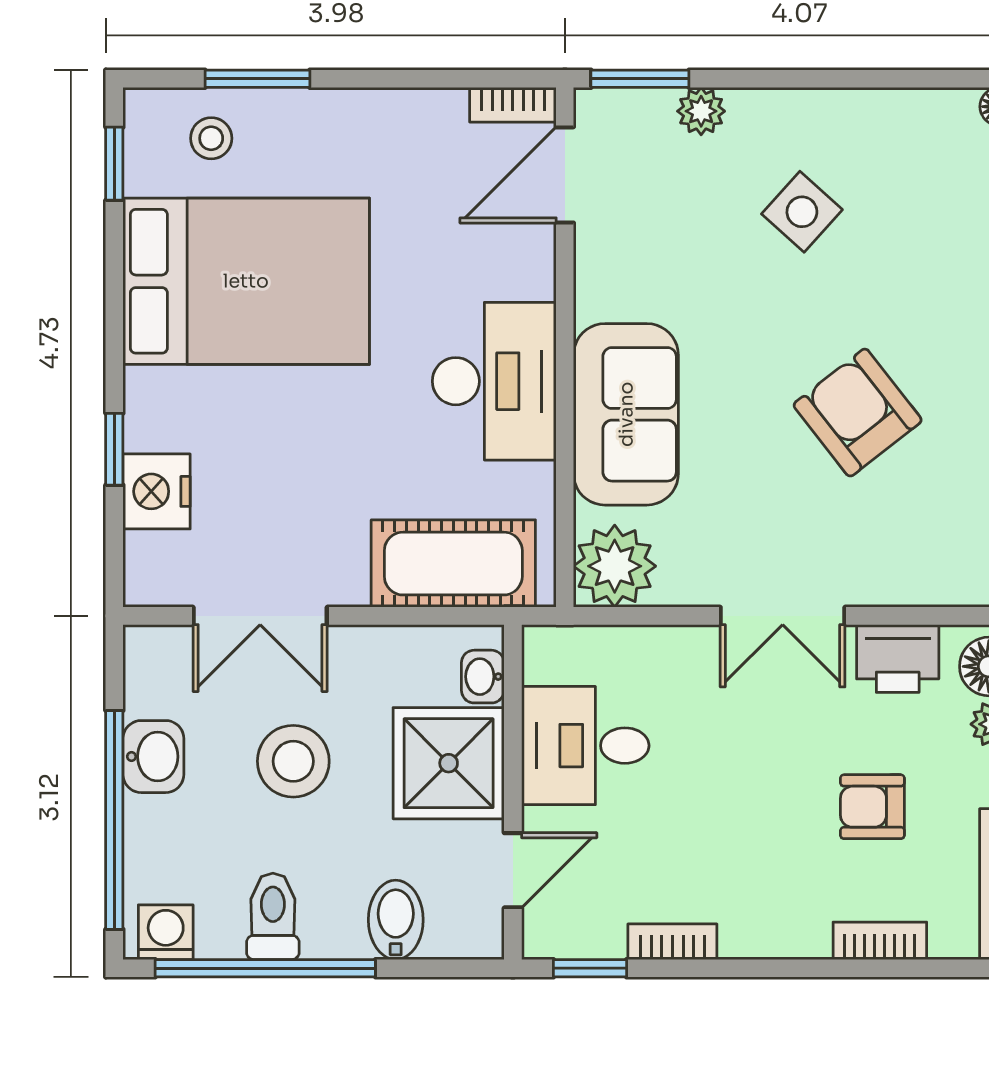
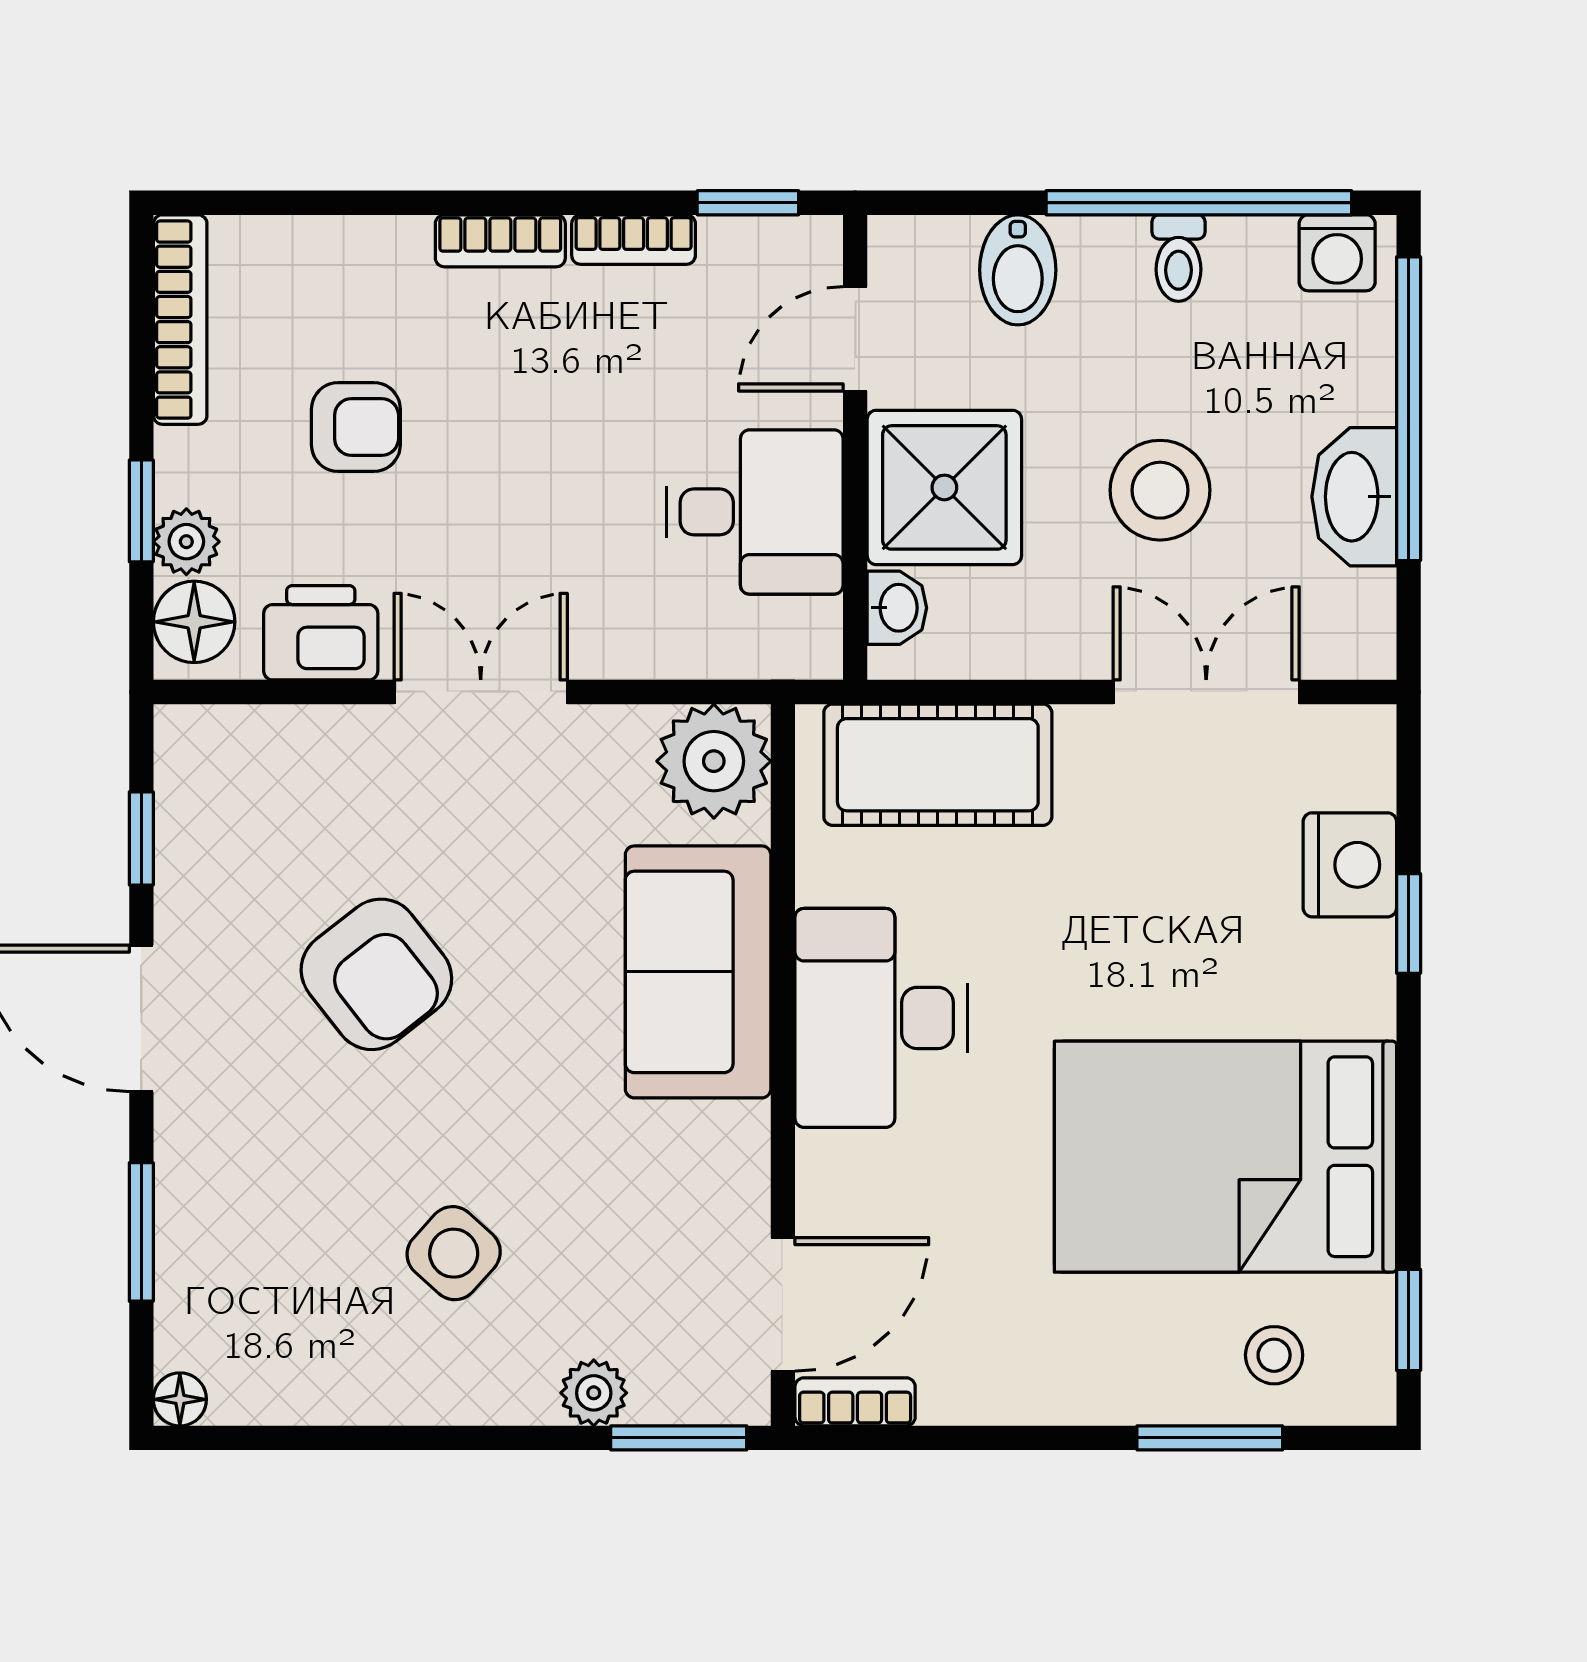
washbasin: (153, 757) -> (1354, 497), width x1.38
toilet: (273, 916) -> (1179, 258), width x0.73, depth x0.72
bookcase: (880, 941) -> (500, 241), moved

